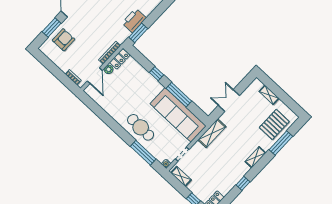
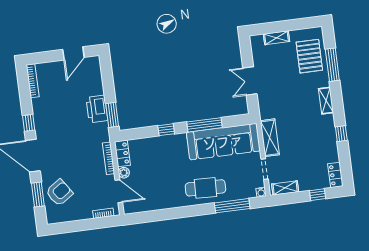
armchair: (64, 40) -> (59, 193), turned 56
shelving: (212, 133) -> (270, 138), moved

